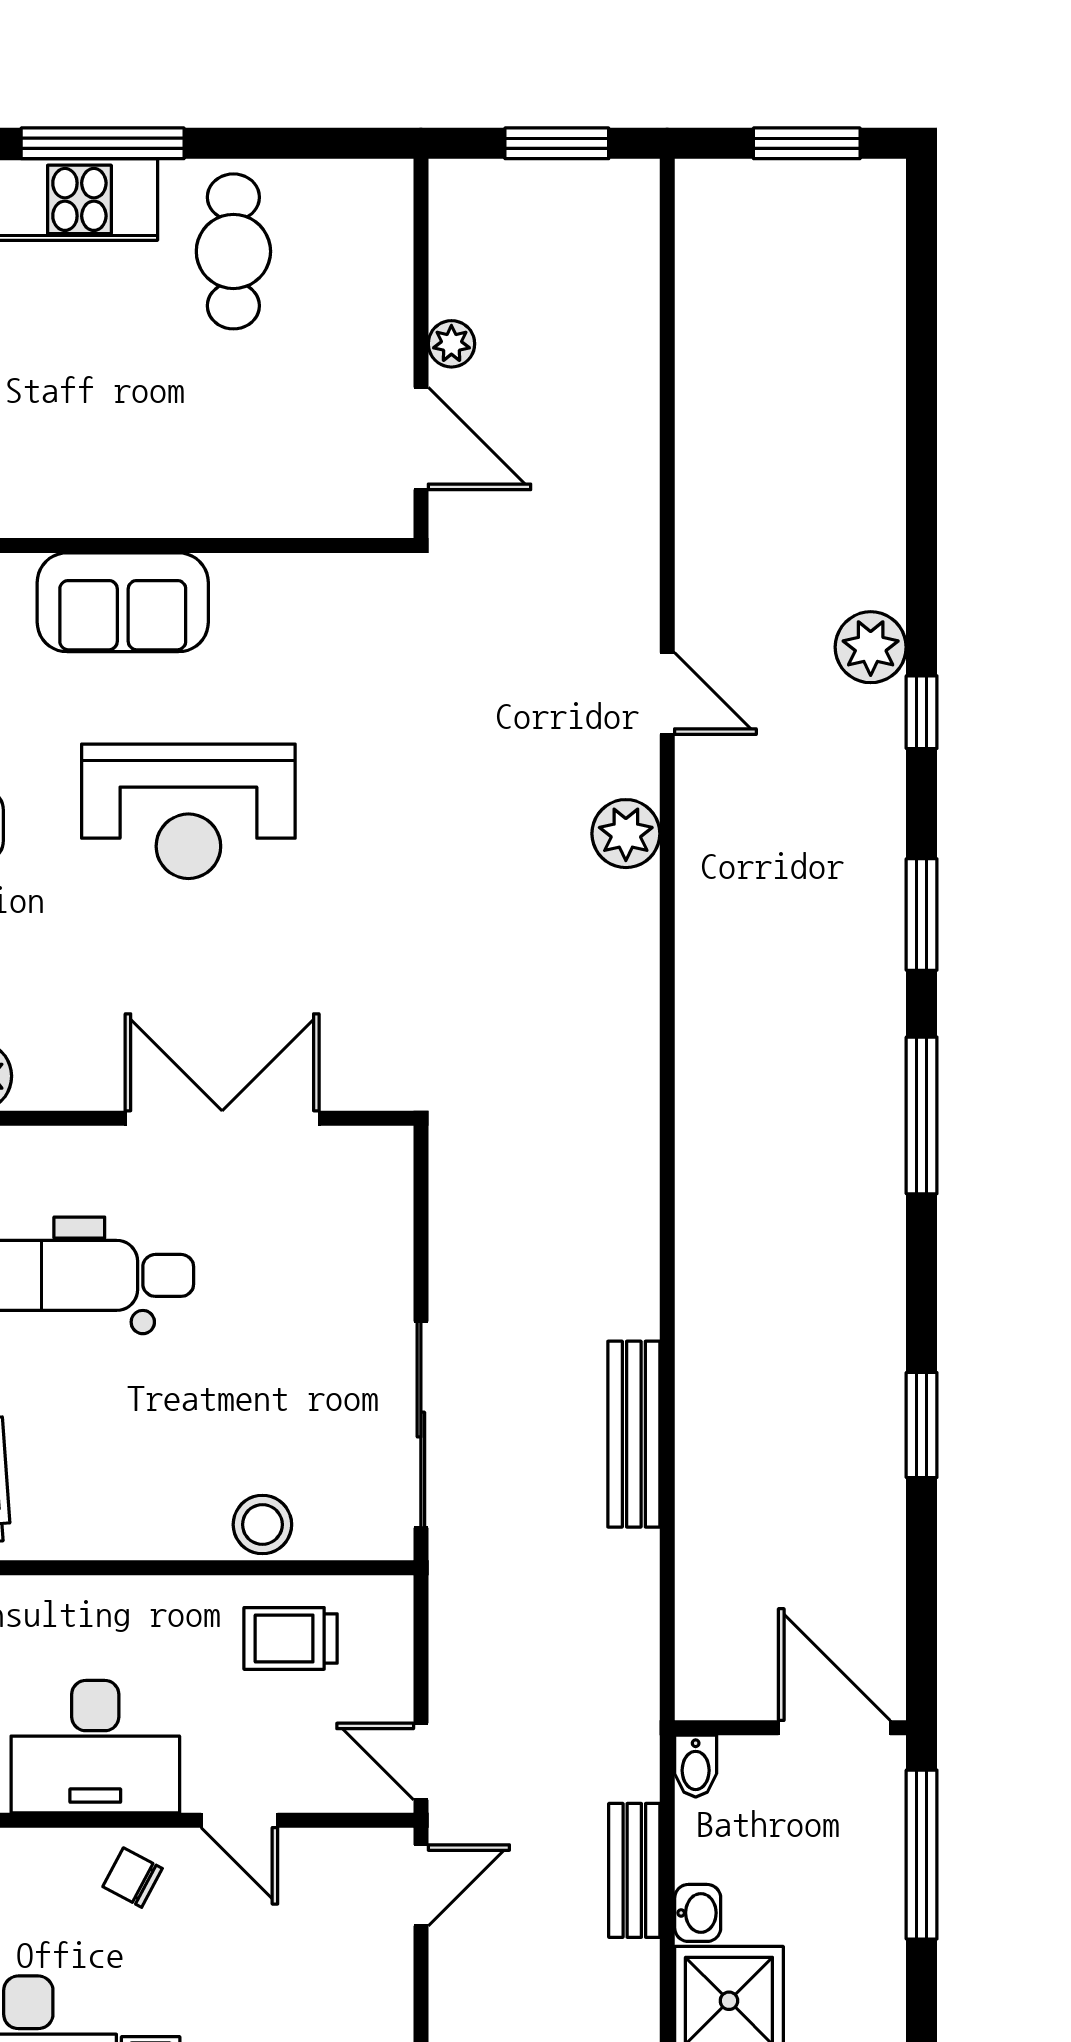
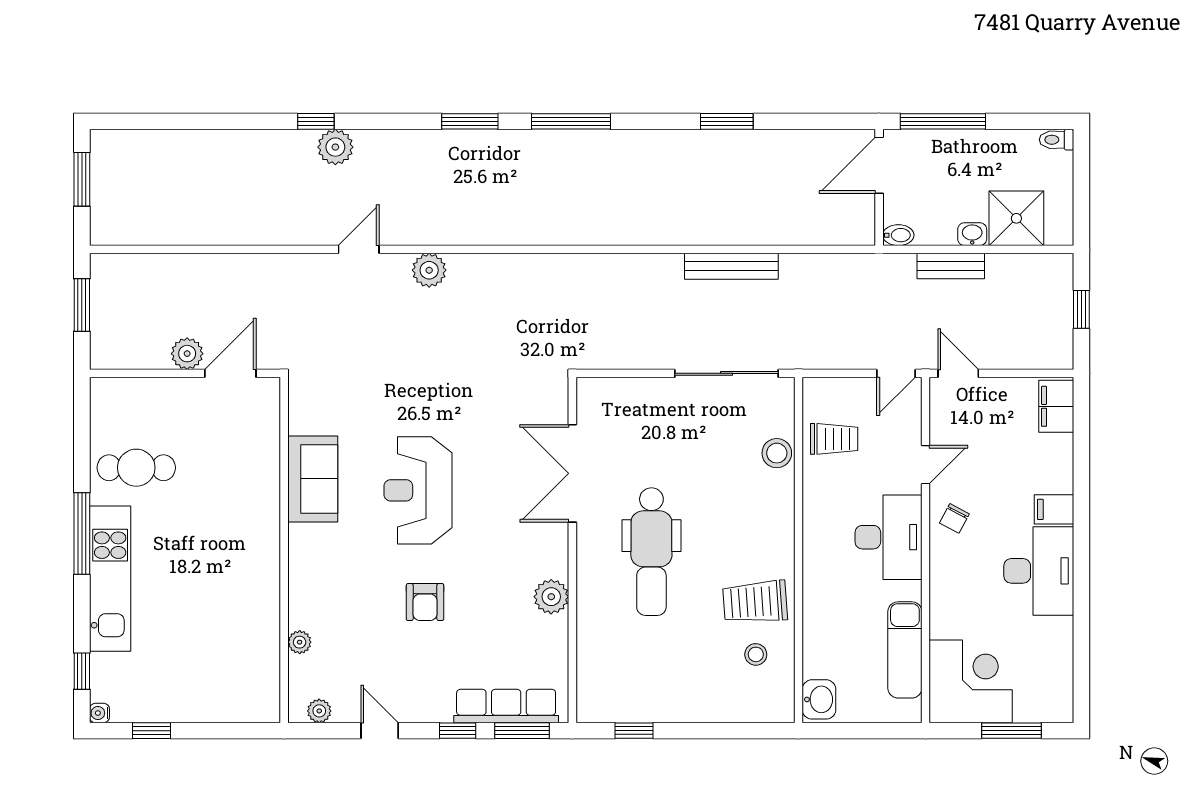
plant: (451, 344) -> (187, 354), width x1.38, depth x1.38
sofa: (123, 602) -> (313, 479), moved
window: (922, 712) -> (316, 121), moved
reception desk: (188, 811) -> (418, 490), turned 180
trolley: (291, 1638) -> (834, 439), turned -90

